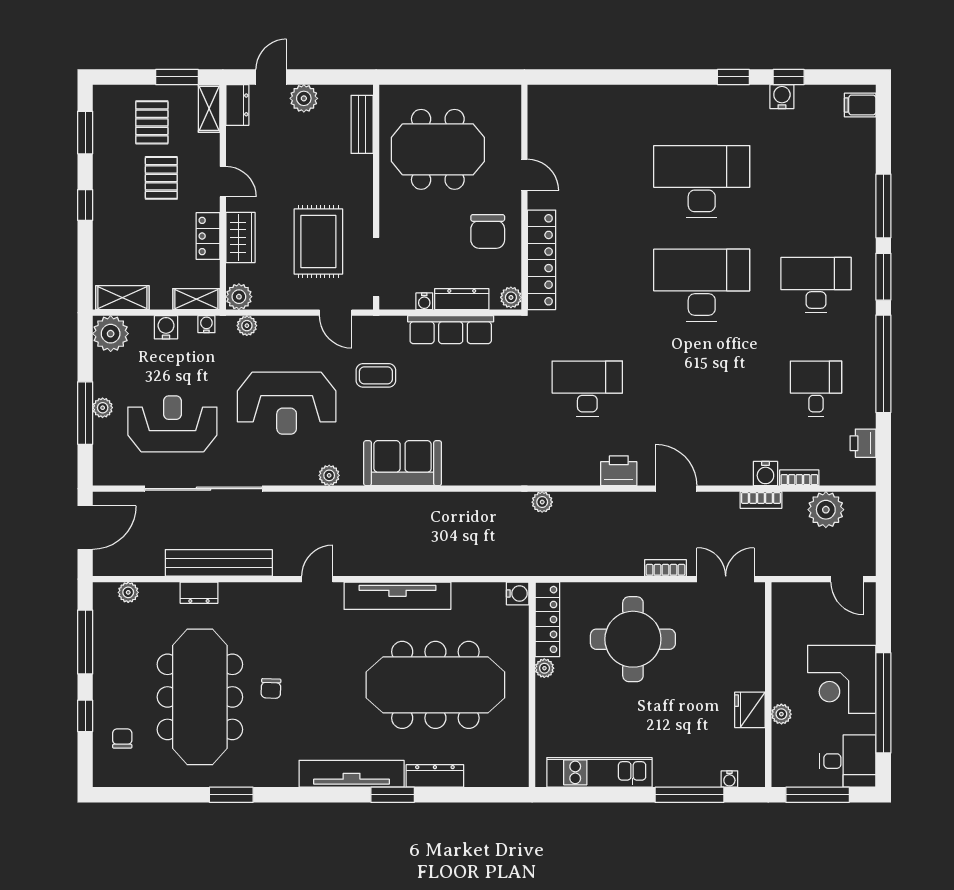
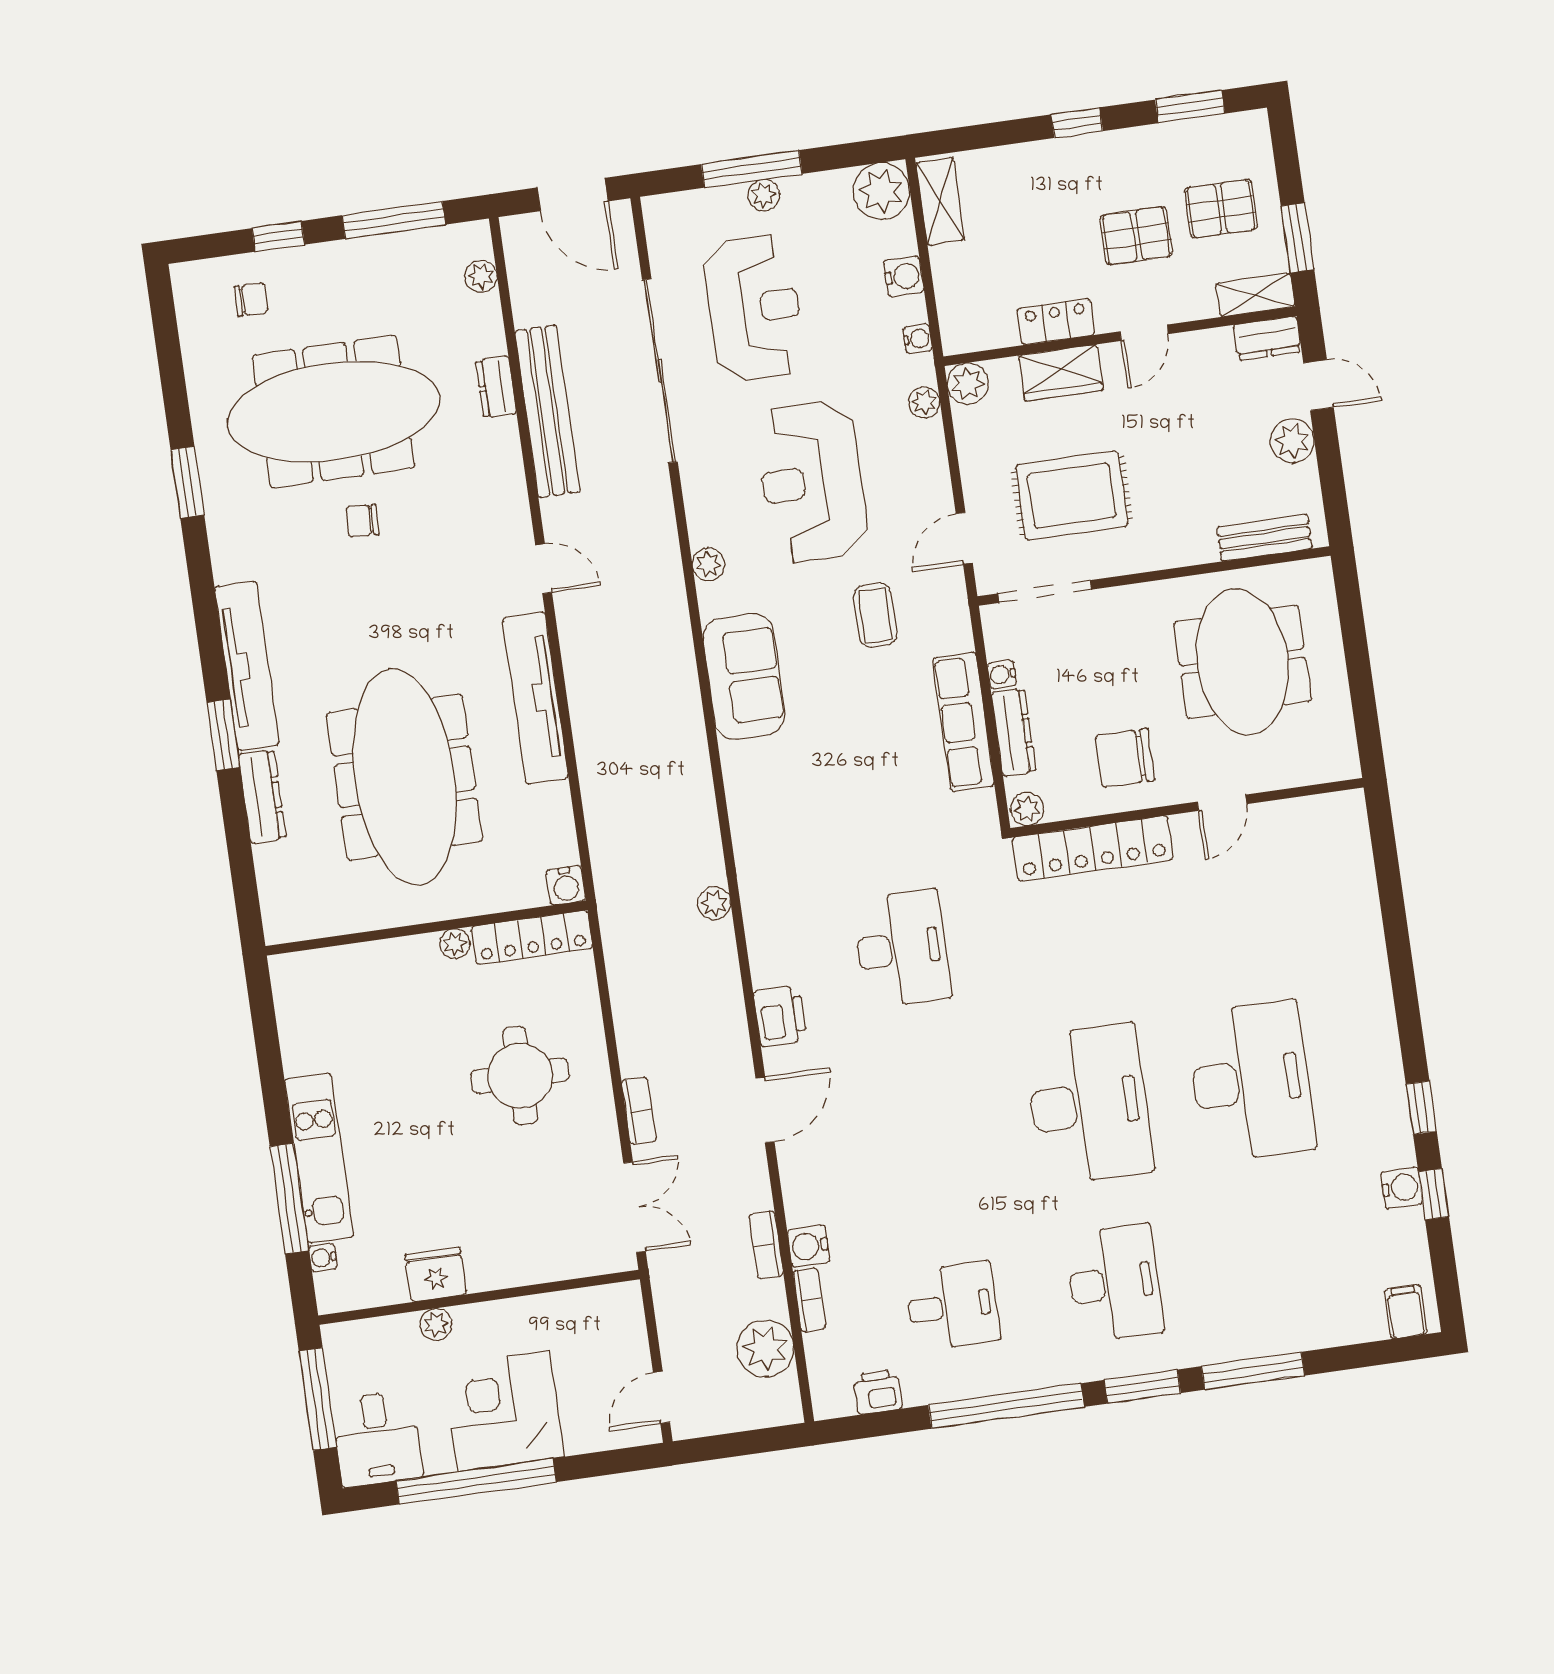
shelving: (196, 299) -> (954, 318), removed
round table: (633, 639) -> (520, 1076), width x0.73, depth x0.73
kitchen unit: (599, 772) -> (319, 1158), moved

